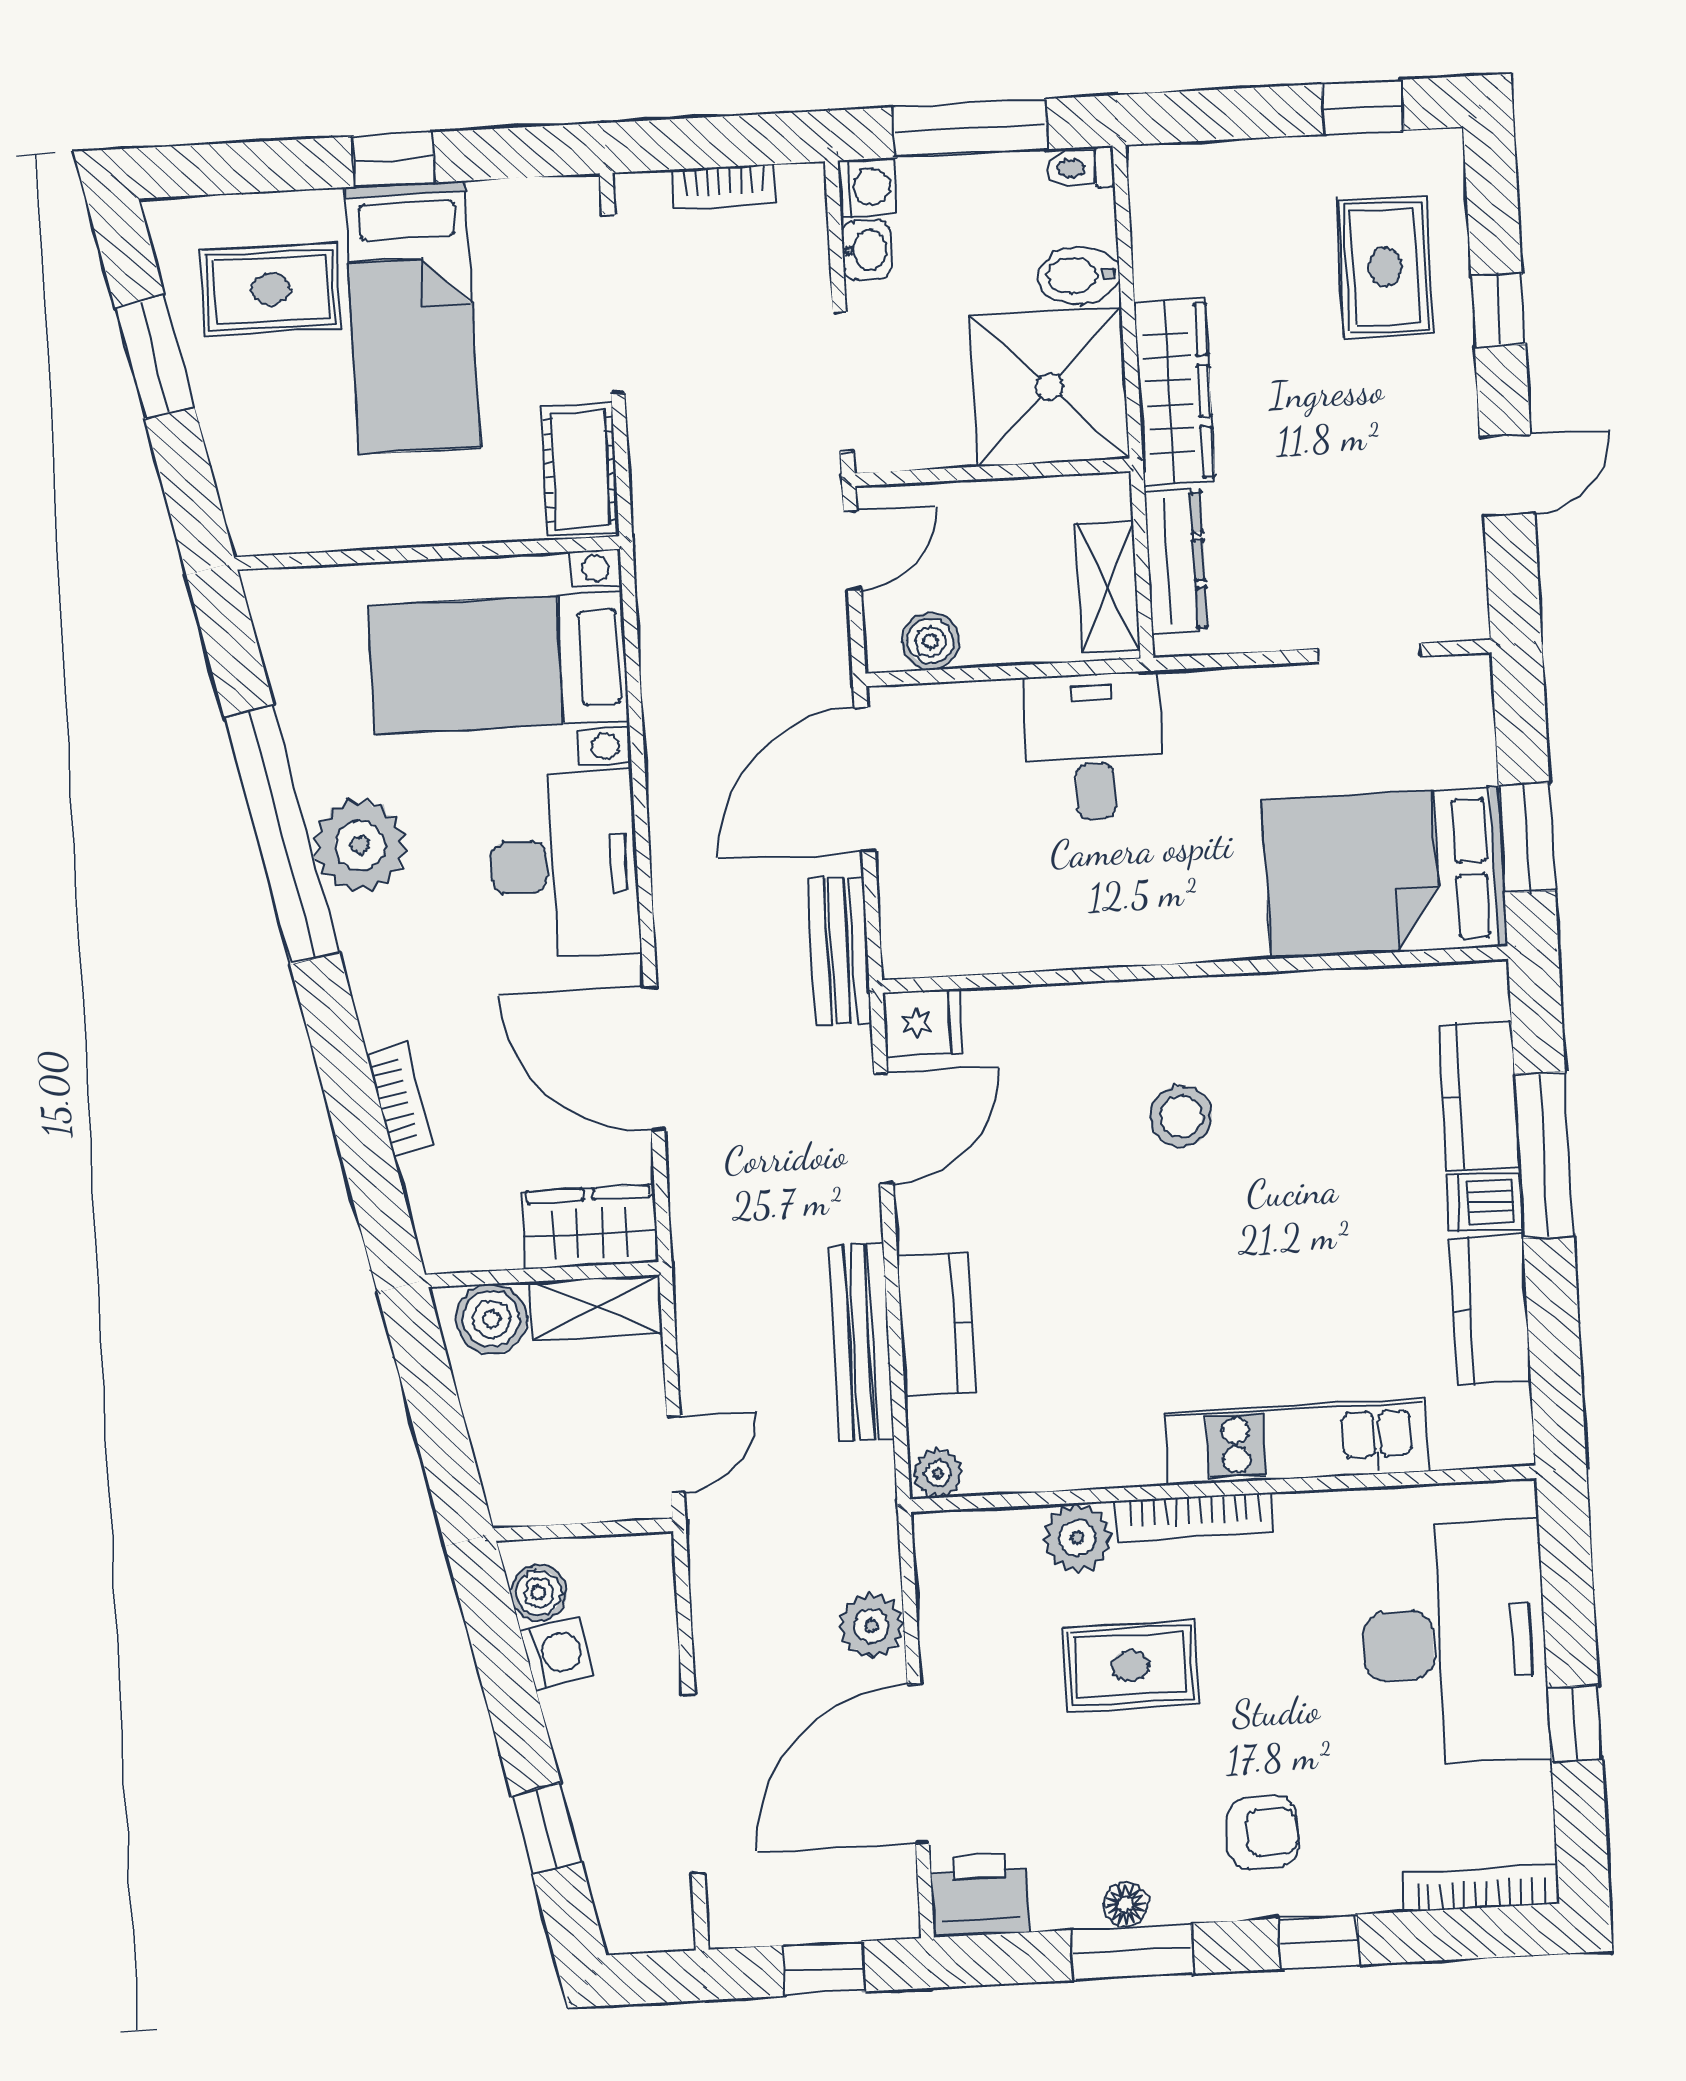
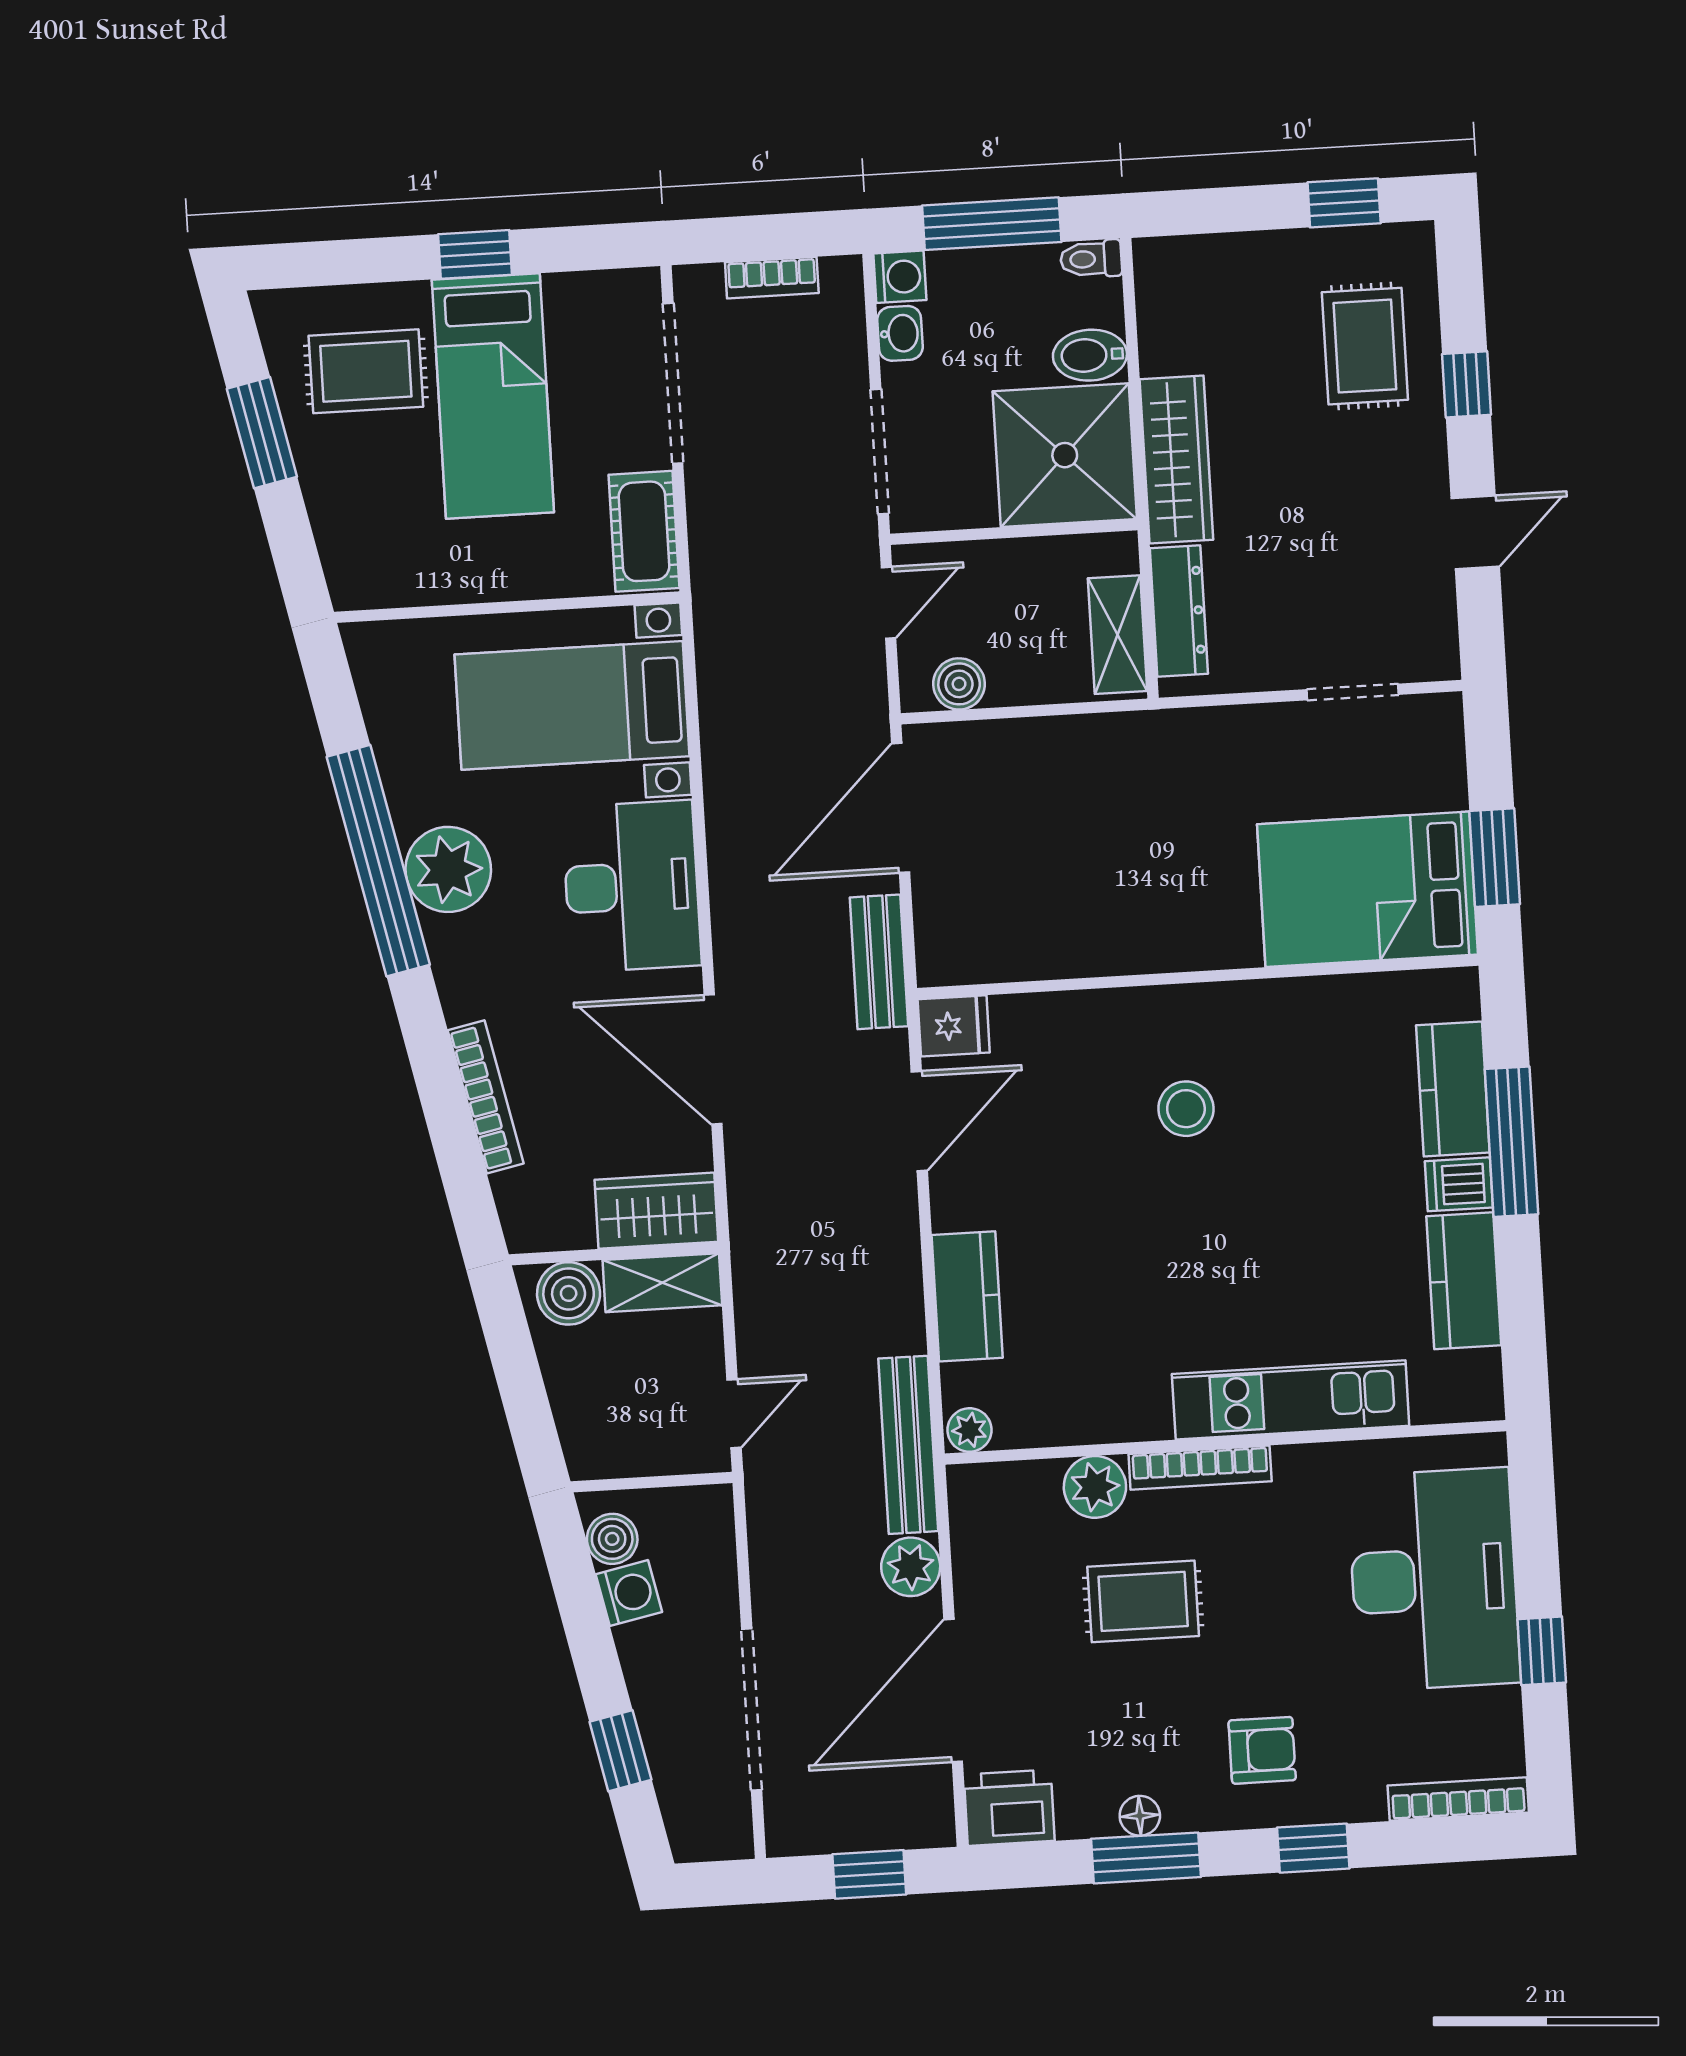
desk: (1094, 746) -> (1106, 777), removed
bookcase: (400, 1099) -> (486, 1097), width x1.56
bench: (861, 1342) -> (908, 1445), moved

